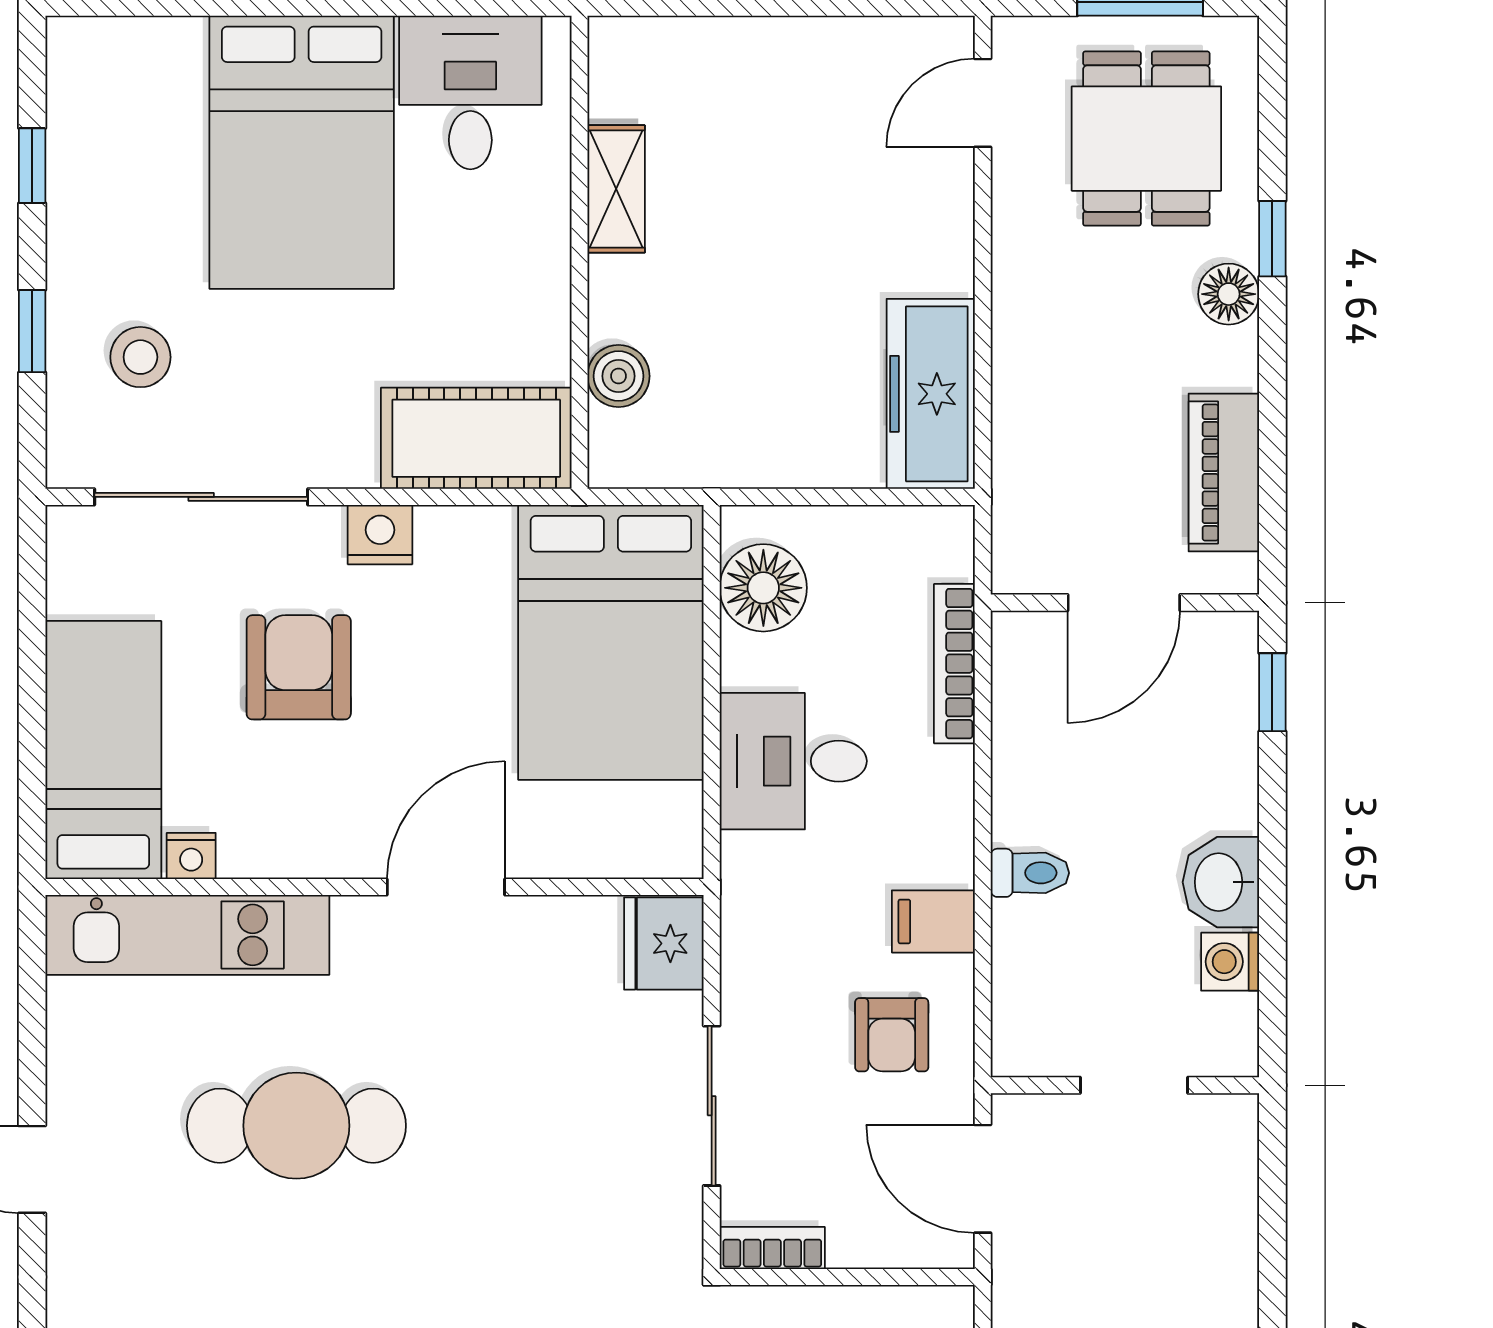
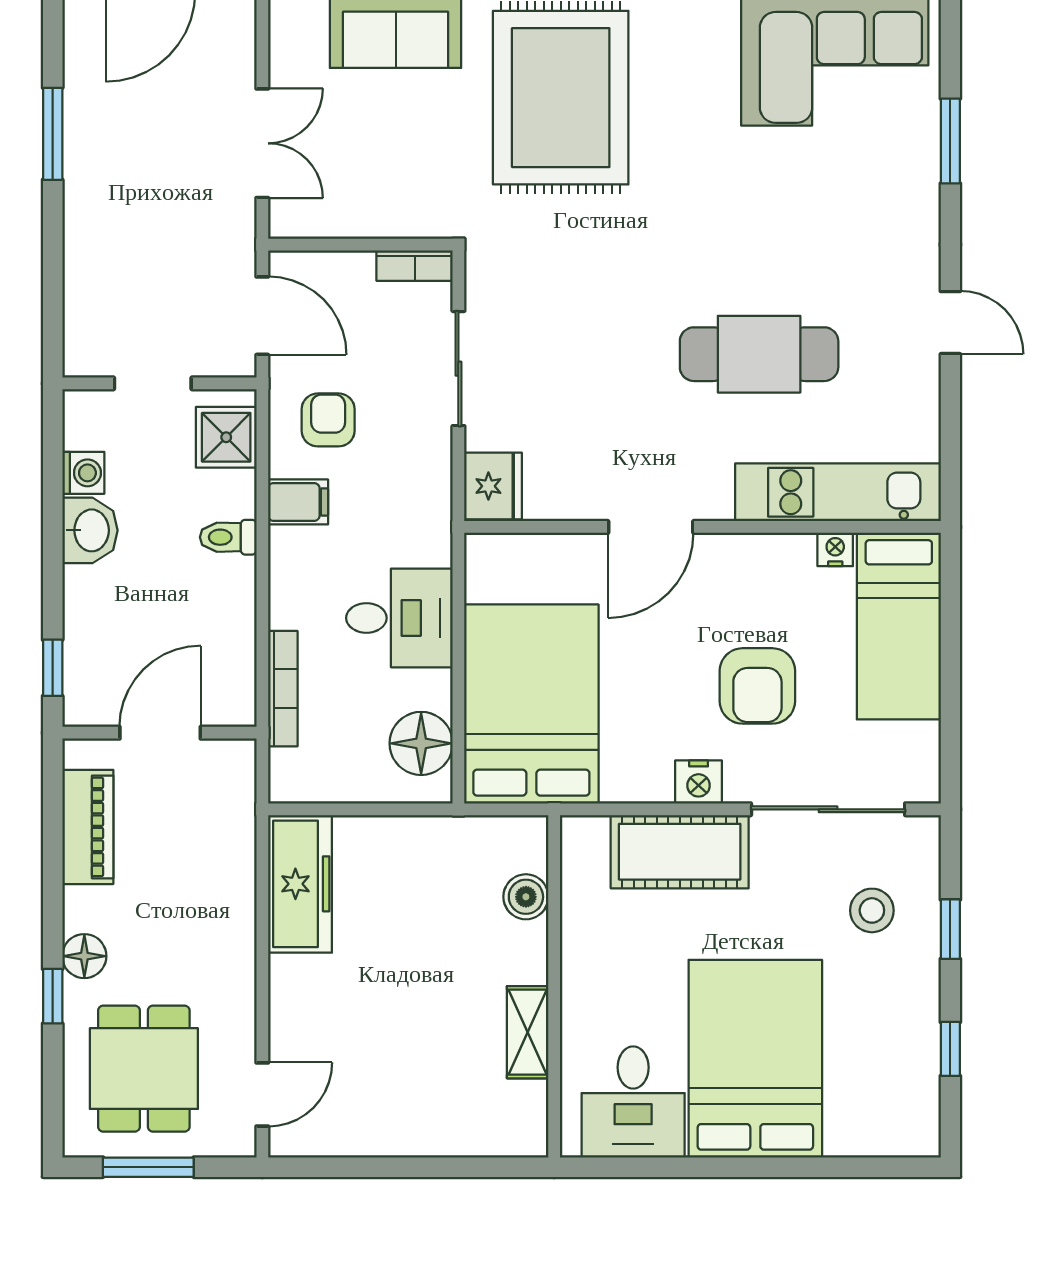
cot: (476, 438) -> (680, 852), moved
shower: (1033, 1011) -> (226, 437), added

